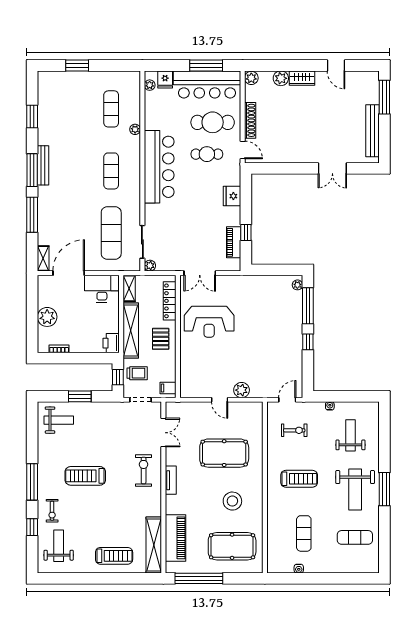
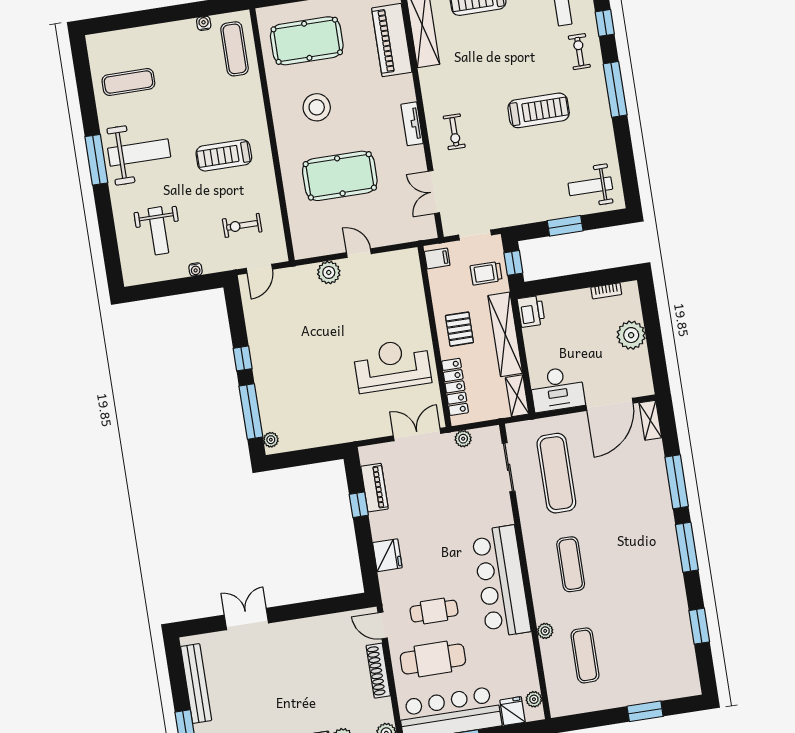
bench: (43, 165) -> (672, 557), removed
plant: (150, 266) -> (463, 439), moved
exercise bike: (144, 470) -> (454, 132), width x0.73, depth x0.72
weight bench: (355, 489) -> (139, 153), turned 90
exercise mat: (304, 533) -> (235, 49), moved

